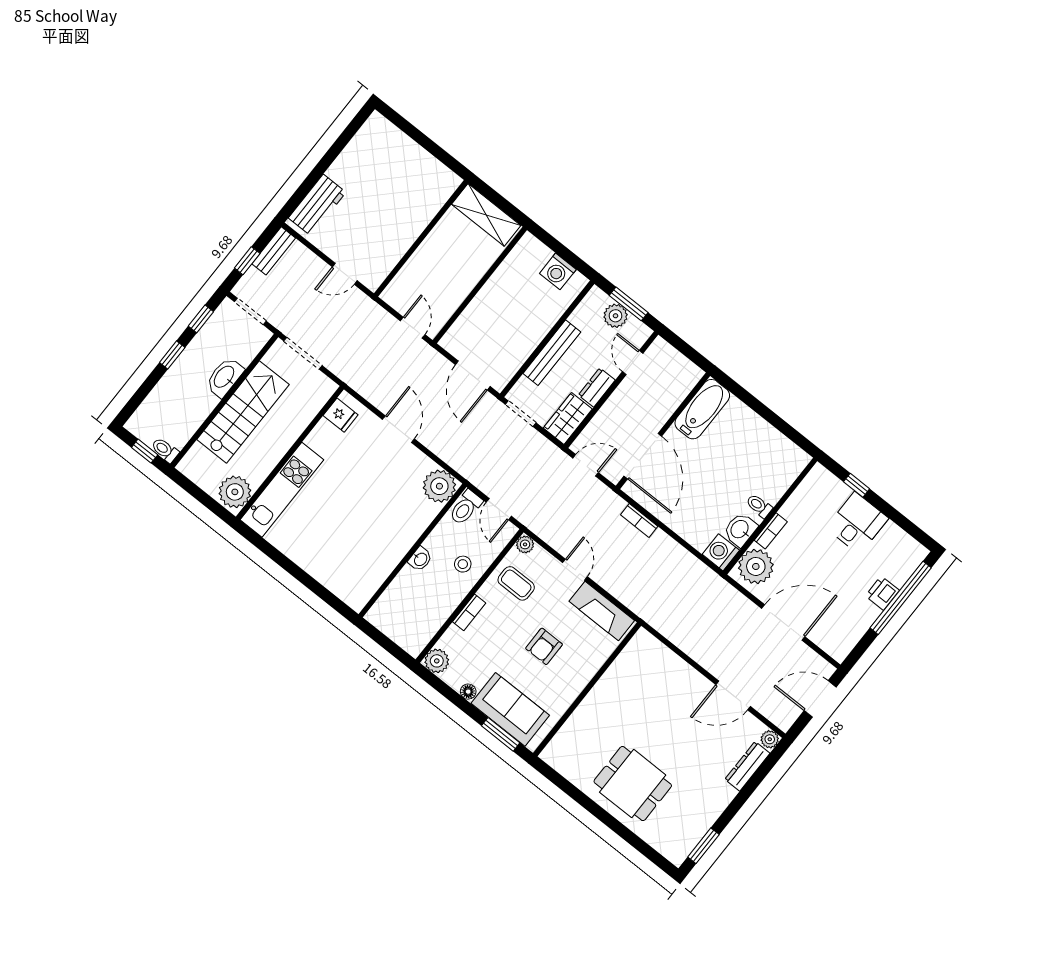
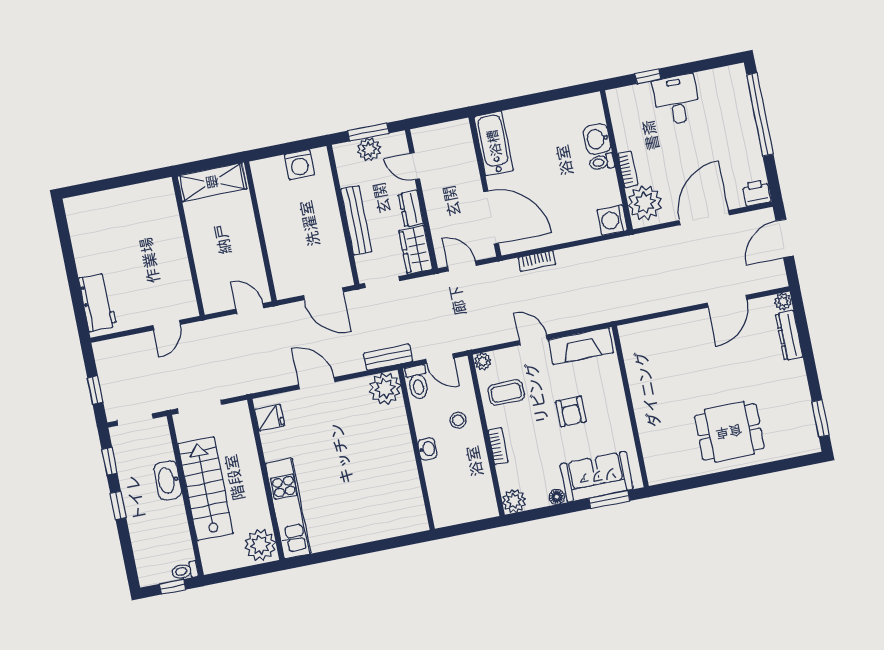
bench: (274, 251) -> (388, 357), moved, turned 90
door: (586, 465) -> (462, 266), hinge flipped
washbasin: (740, 530) -> (597, 139), moved
printer: (882, 593) -> (756, 193), moved, turned 90

